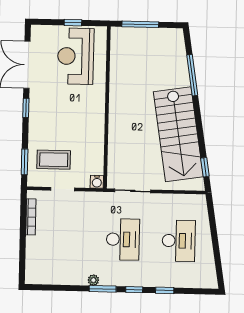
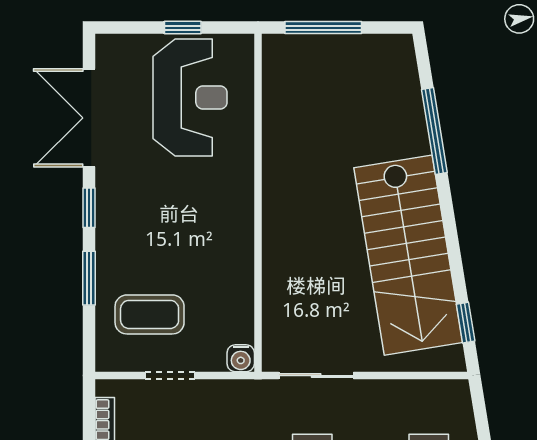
reception desk: (76, 56) -> (190, 98), turned 180
window: (25, 162) -> (89, 278), moved

